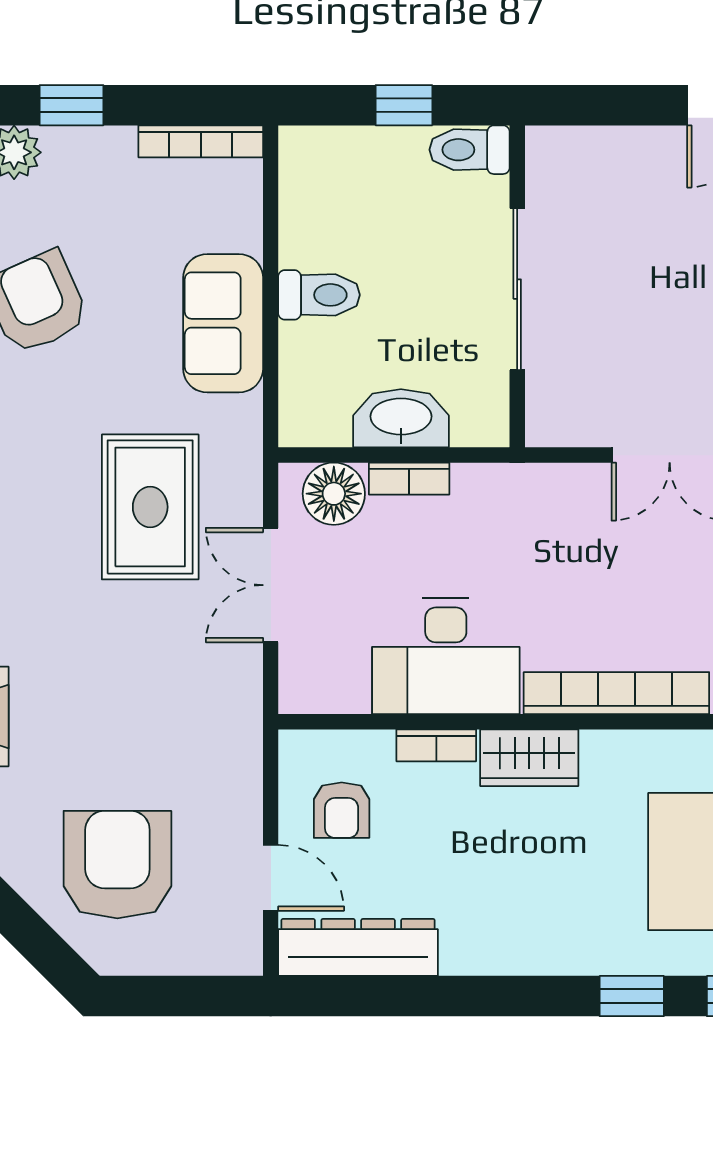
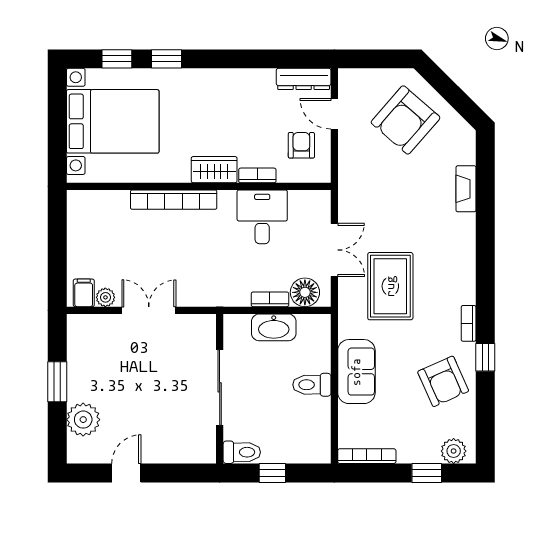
desk: (446, 656) -> (262, 217), width x0.73
armchair: (117, 865) -> (406, 120), turned 41
dresser: (358, 947) -> (304, 79), width x0.73, depth x0.80

